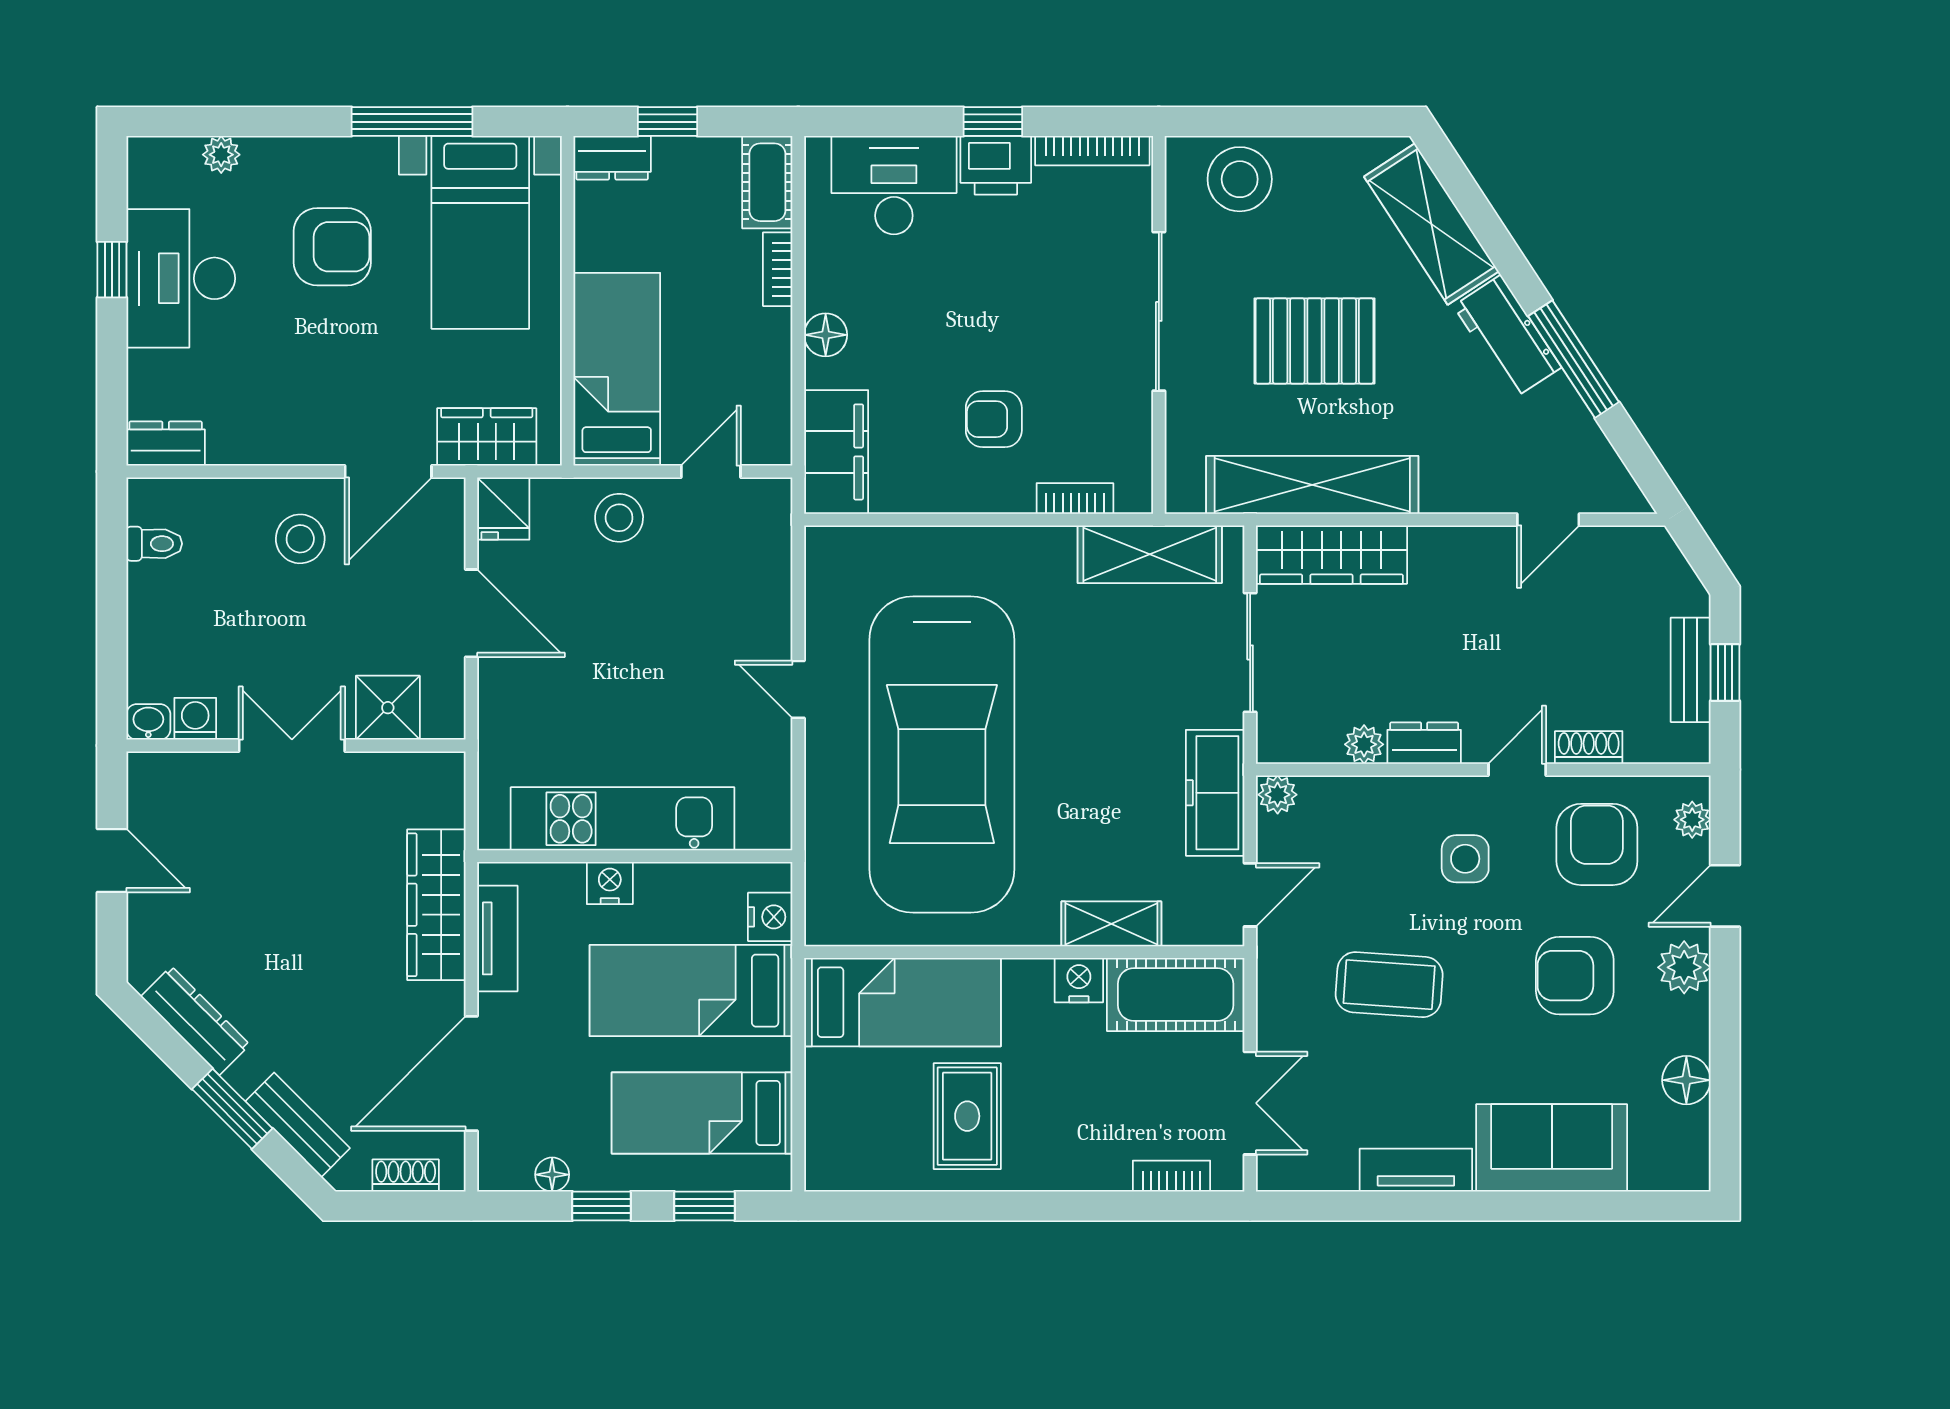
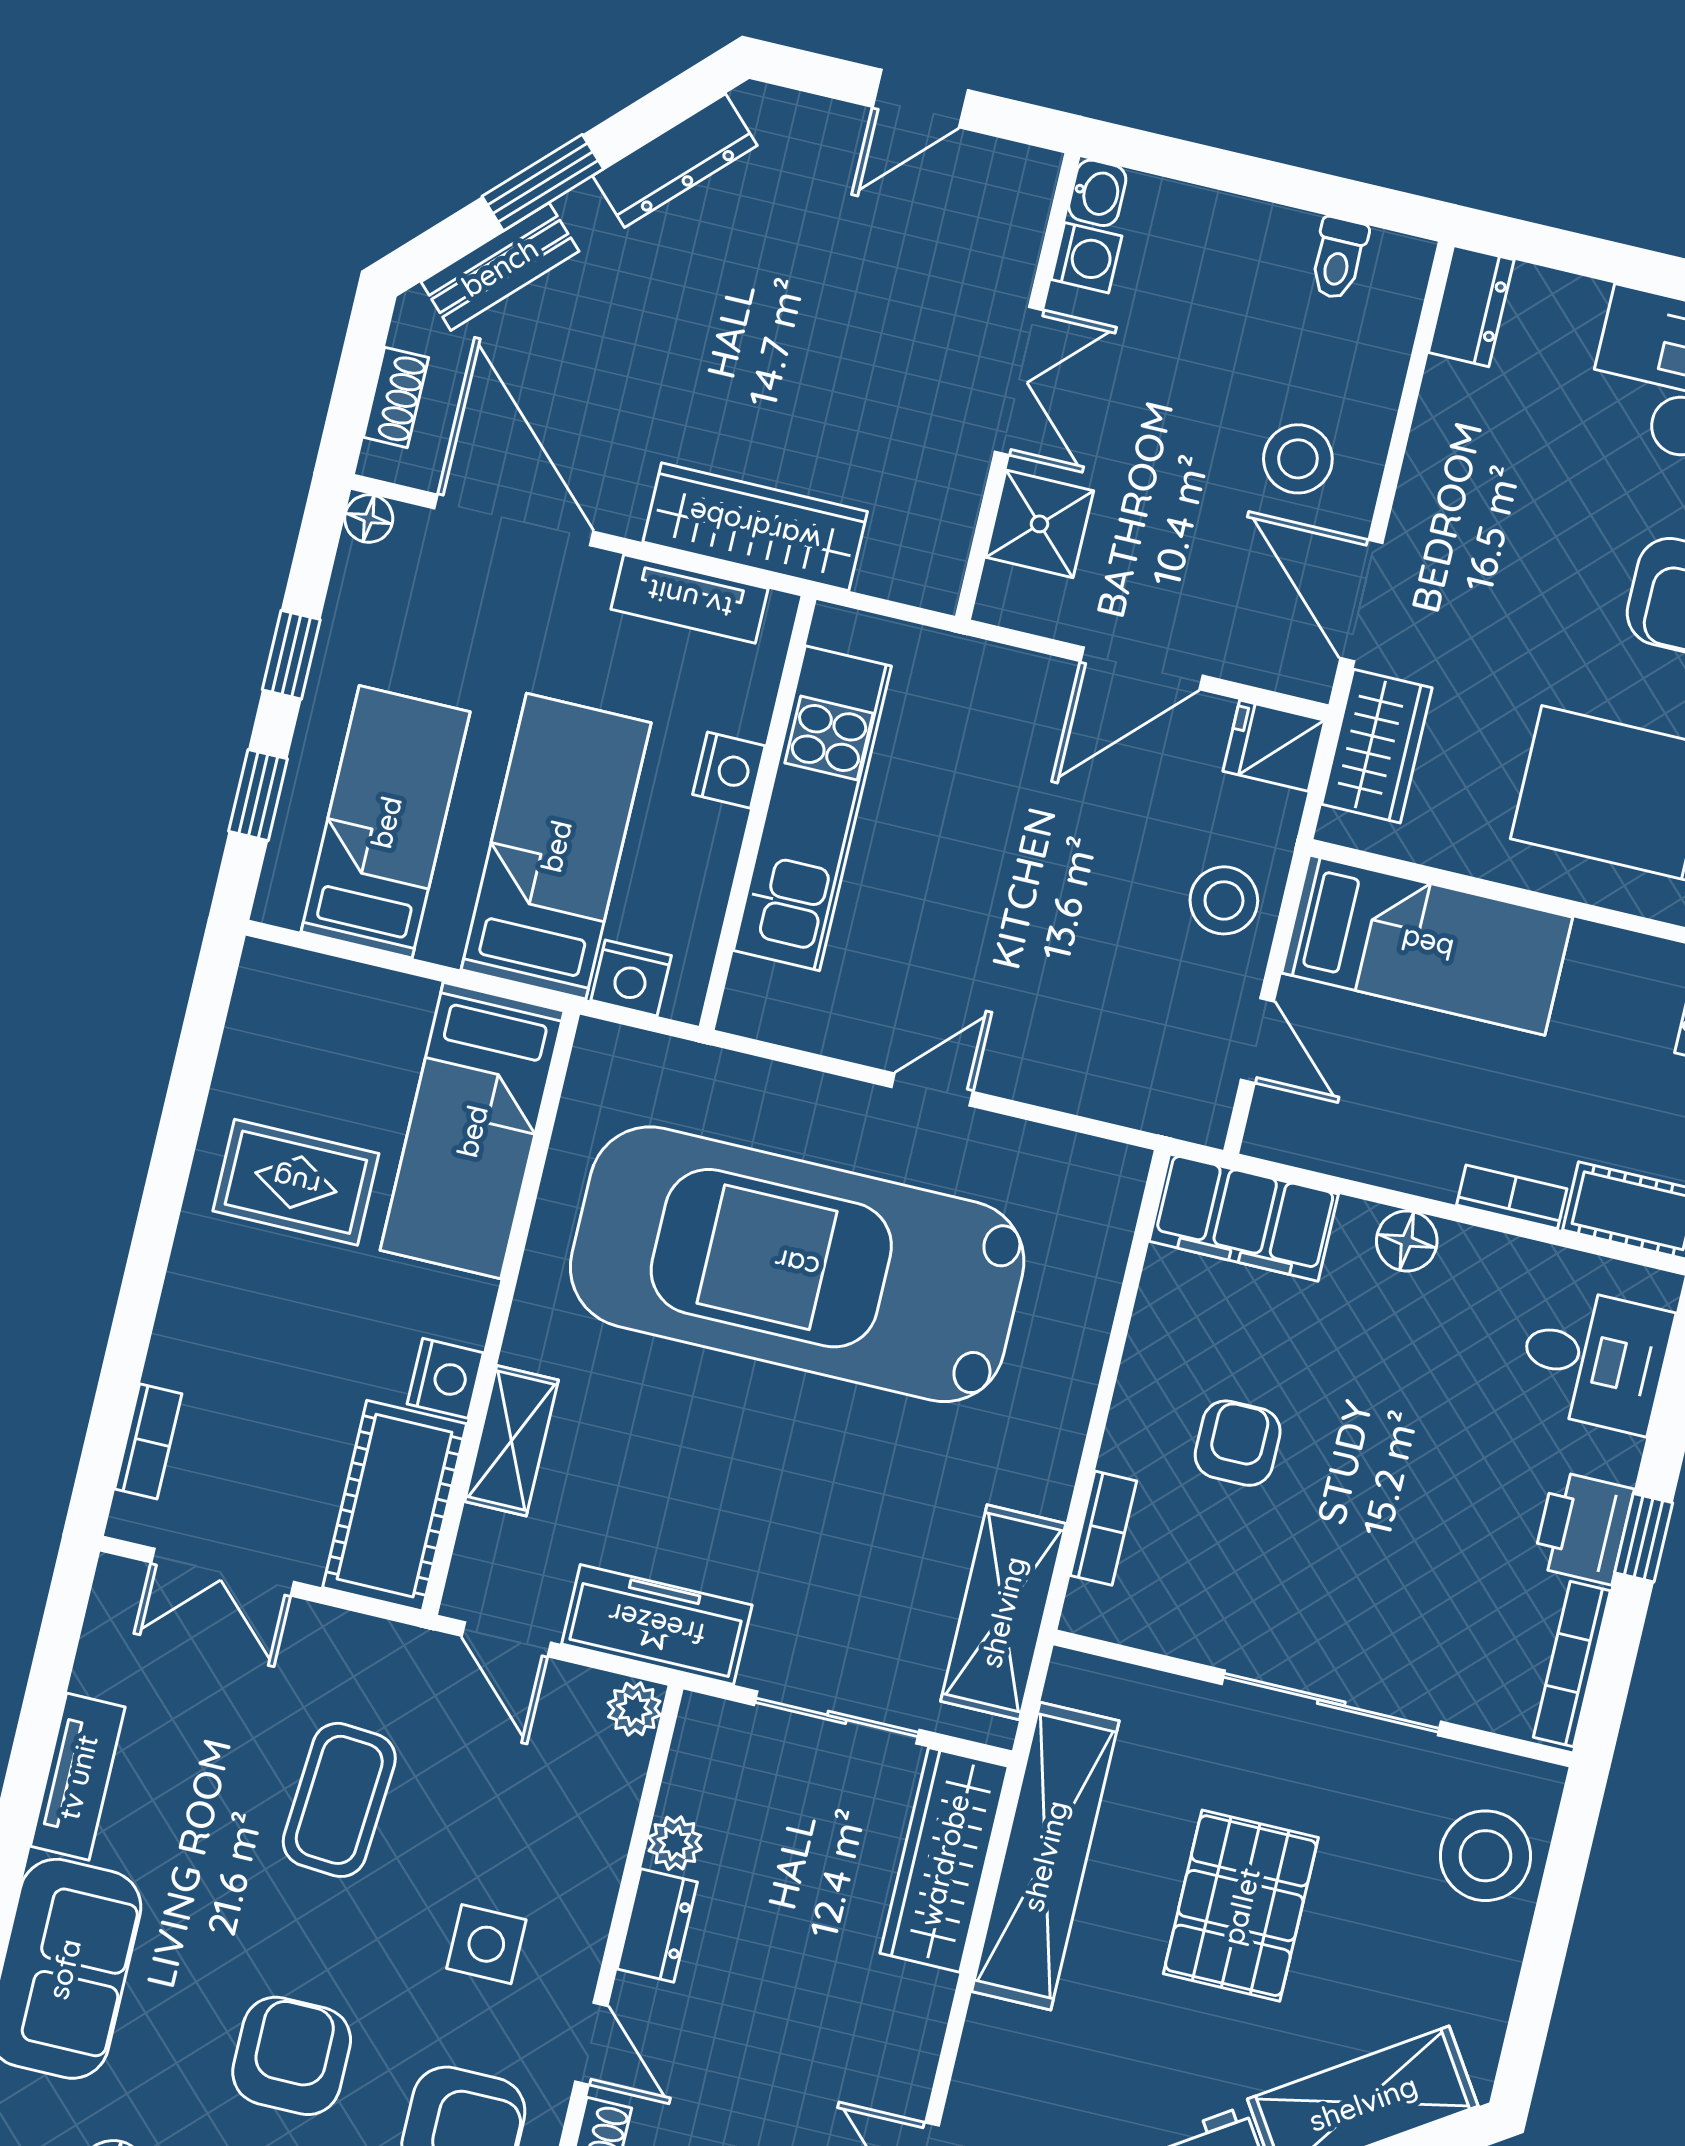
desk: (894, 185) -> (1594, 1359), width x0.73
floor lamp: (552, 1175) -> (369, 519), moved

